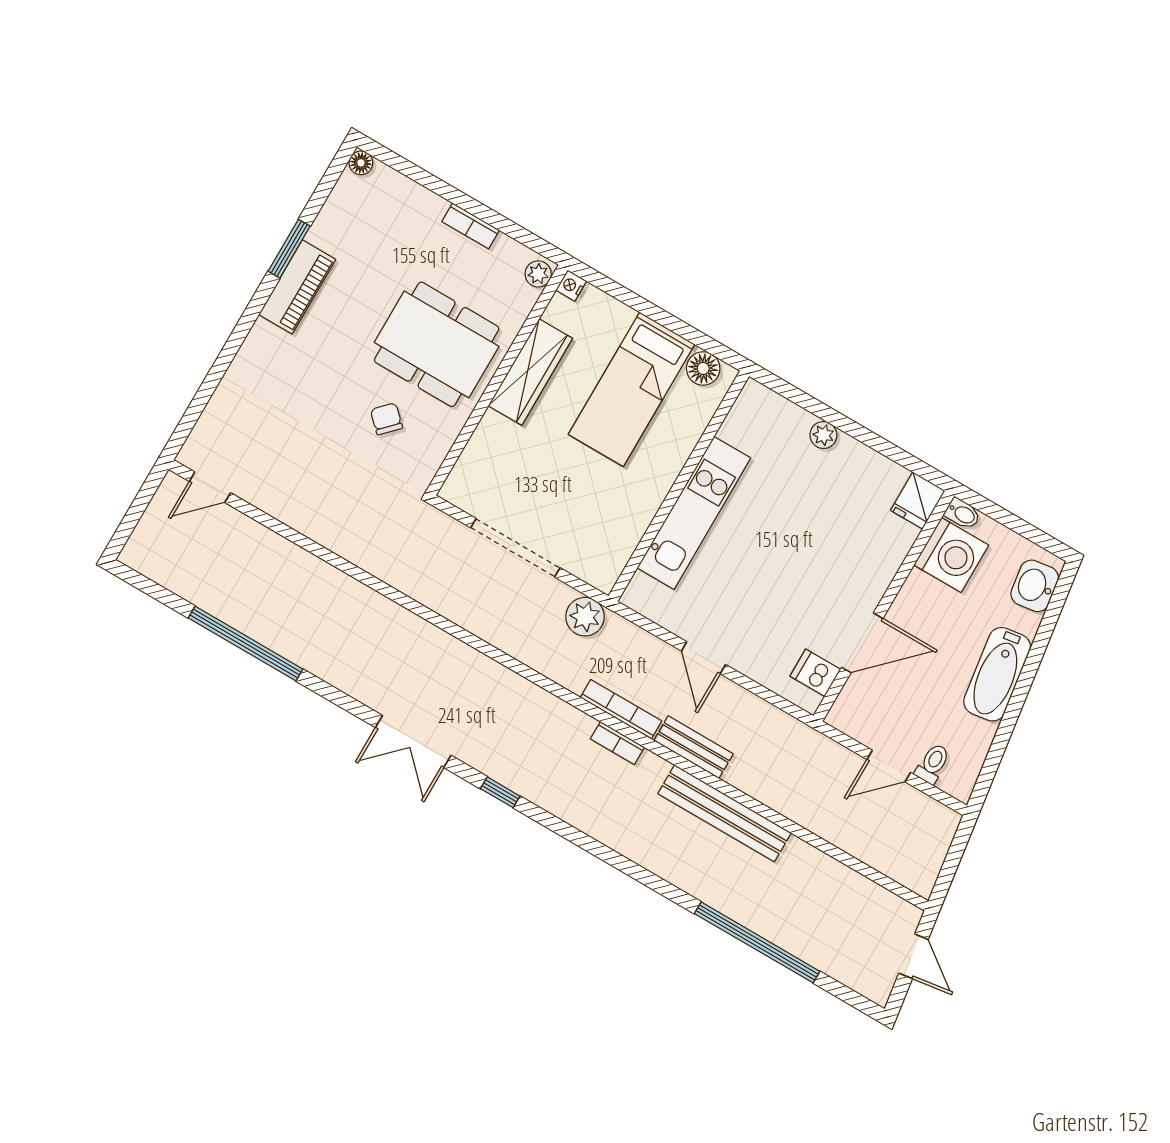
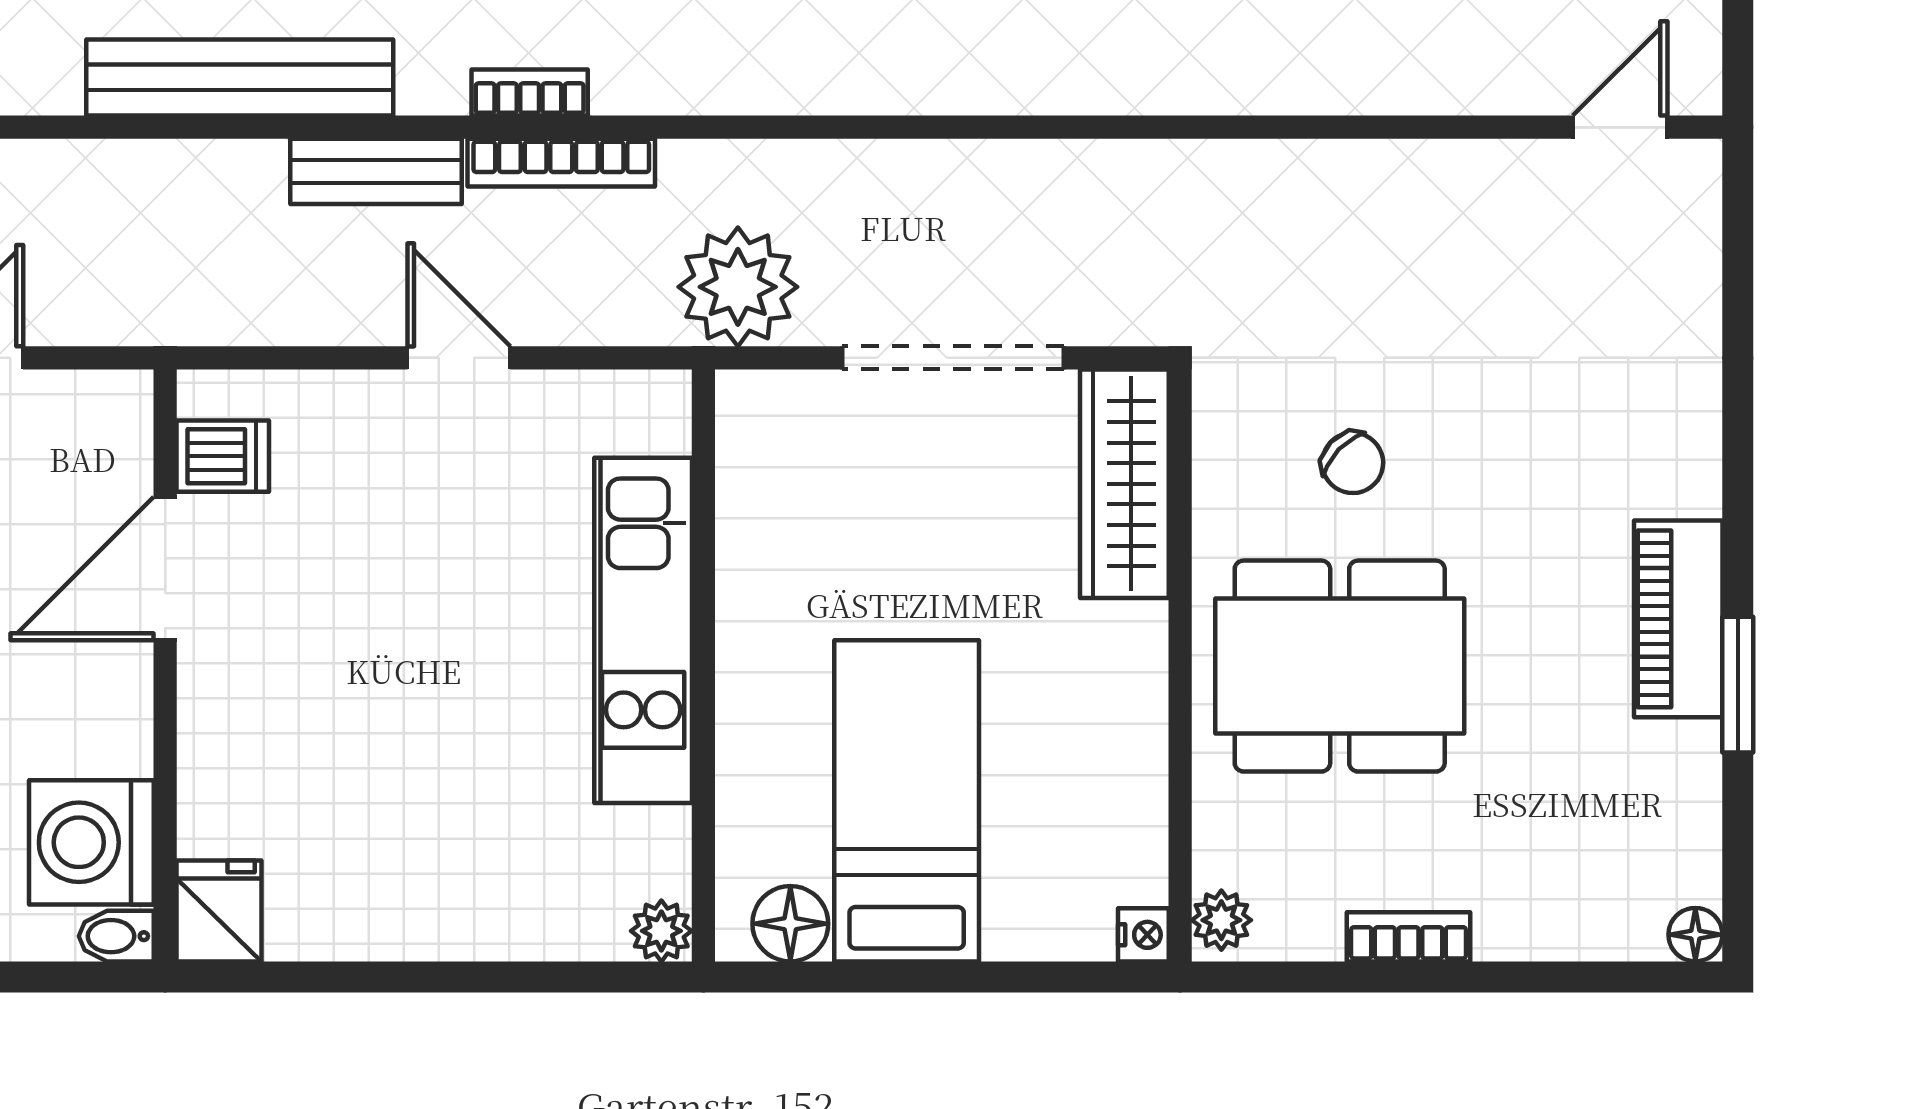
wardrobe: (530, 372) -> (1124, 484), moved
plant: (823, 435) -> (661, 931), moved
plant: (585, 617) -> (738, 287), width x1.36, depth x1.36

